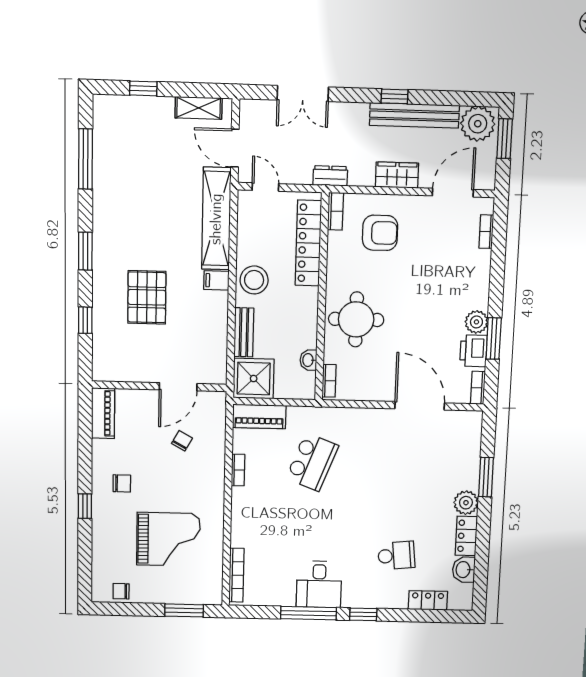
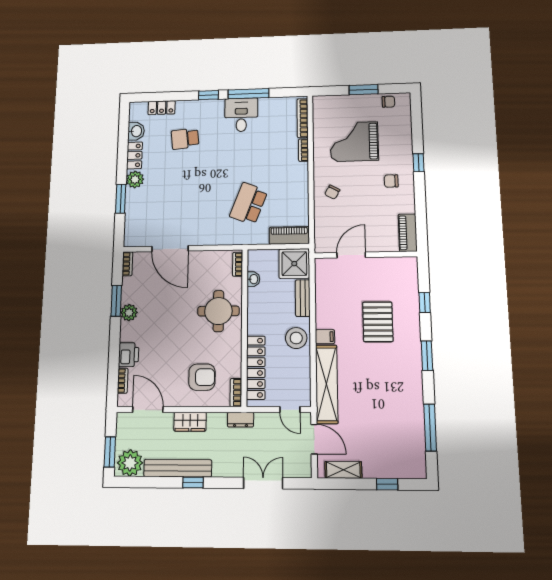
door: (453, 193) -> (148, 410), swing flipped
armchair: (380, 233) -> (202, 377), turned 180
printer: (473, 351) -> (129, 355), moved
chair: (182, 441) -> (332, 192), moved
bookcase: (238, 470) -> (303, 150), moved
window: (184, 610) -> (363, 90), moved

